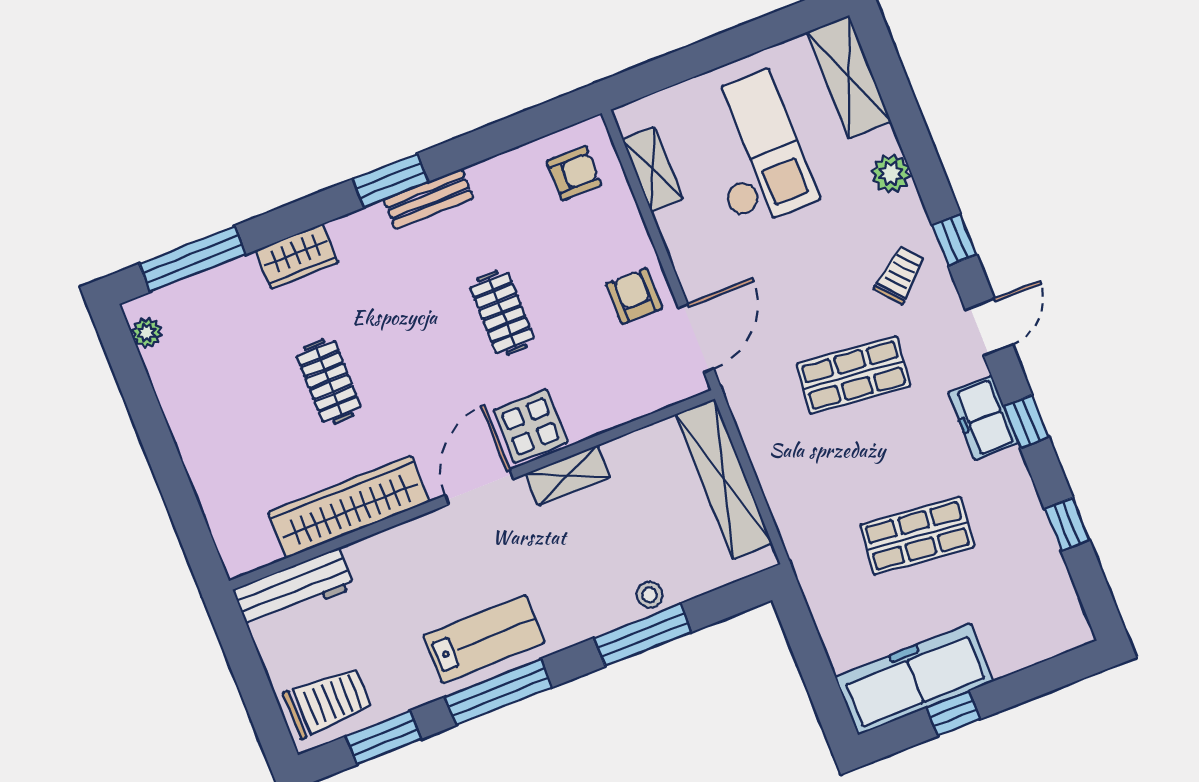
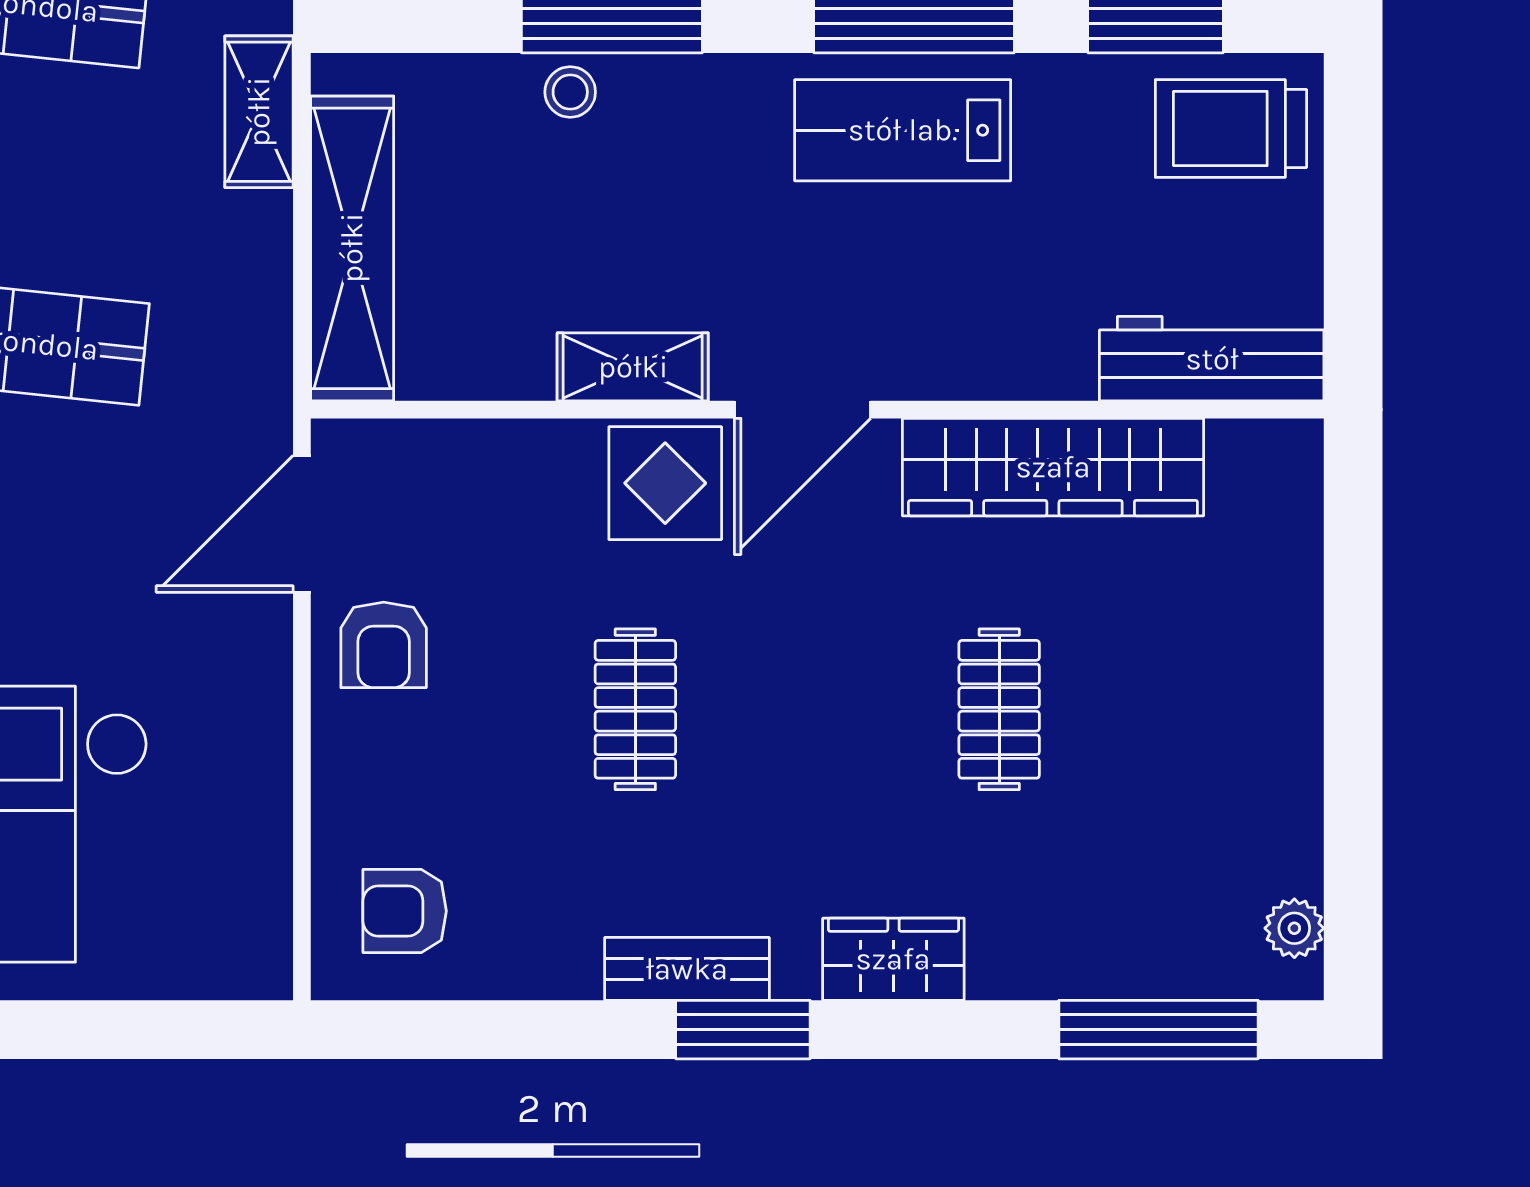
shelving: (653, 169) -> (259, 112), moved
wardrobe: (297, 256) -> (893, 959), moved

